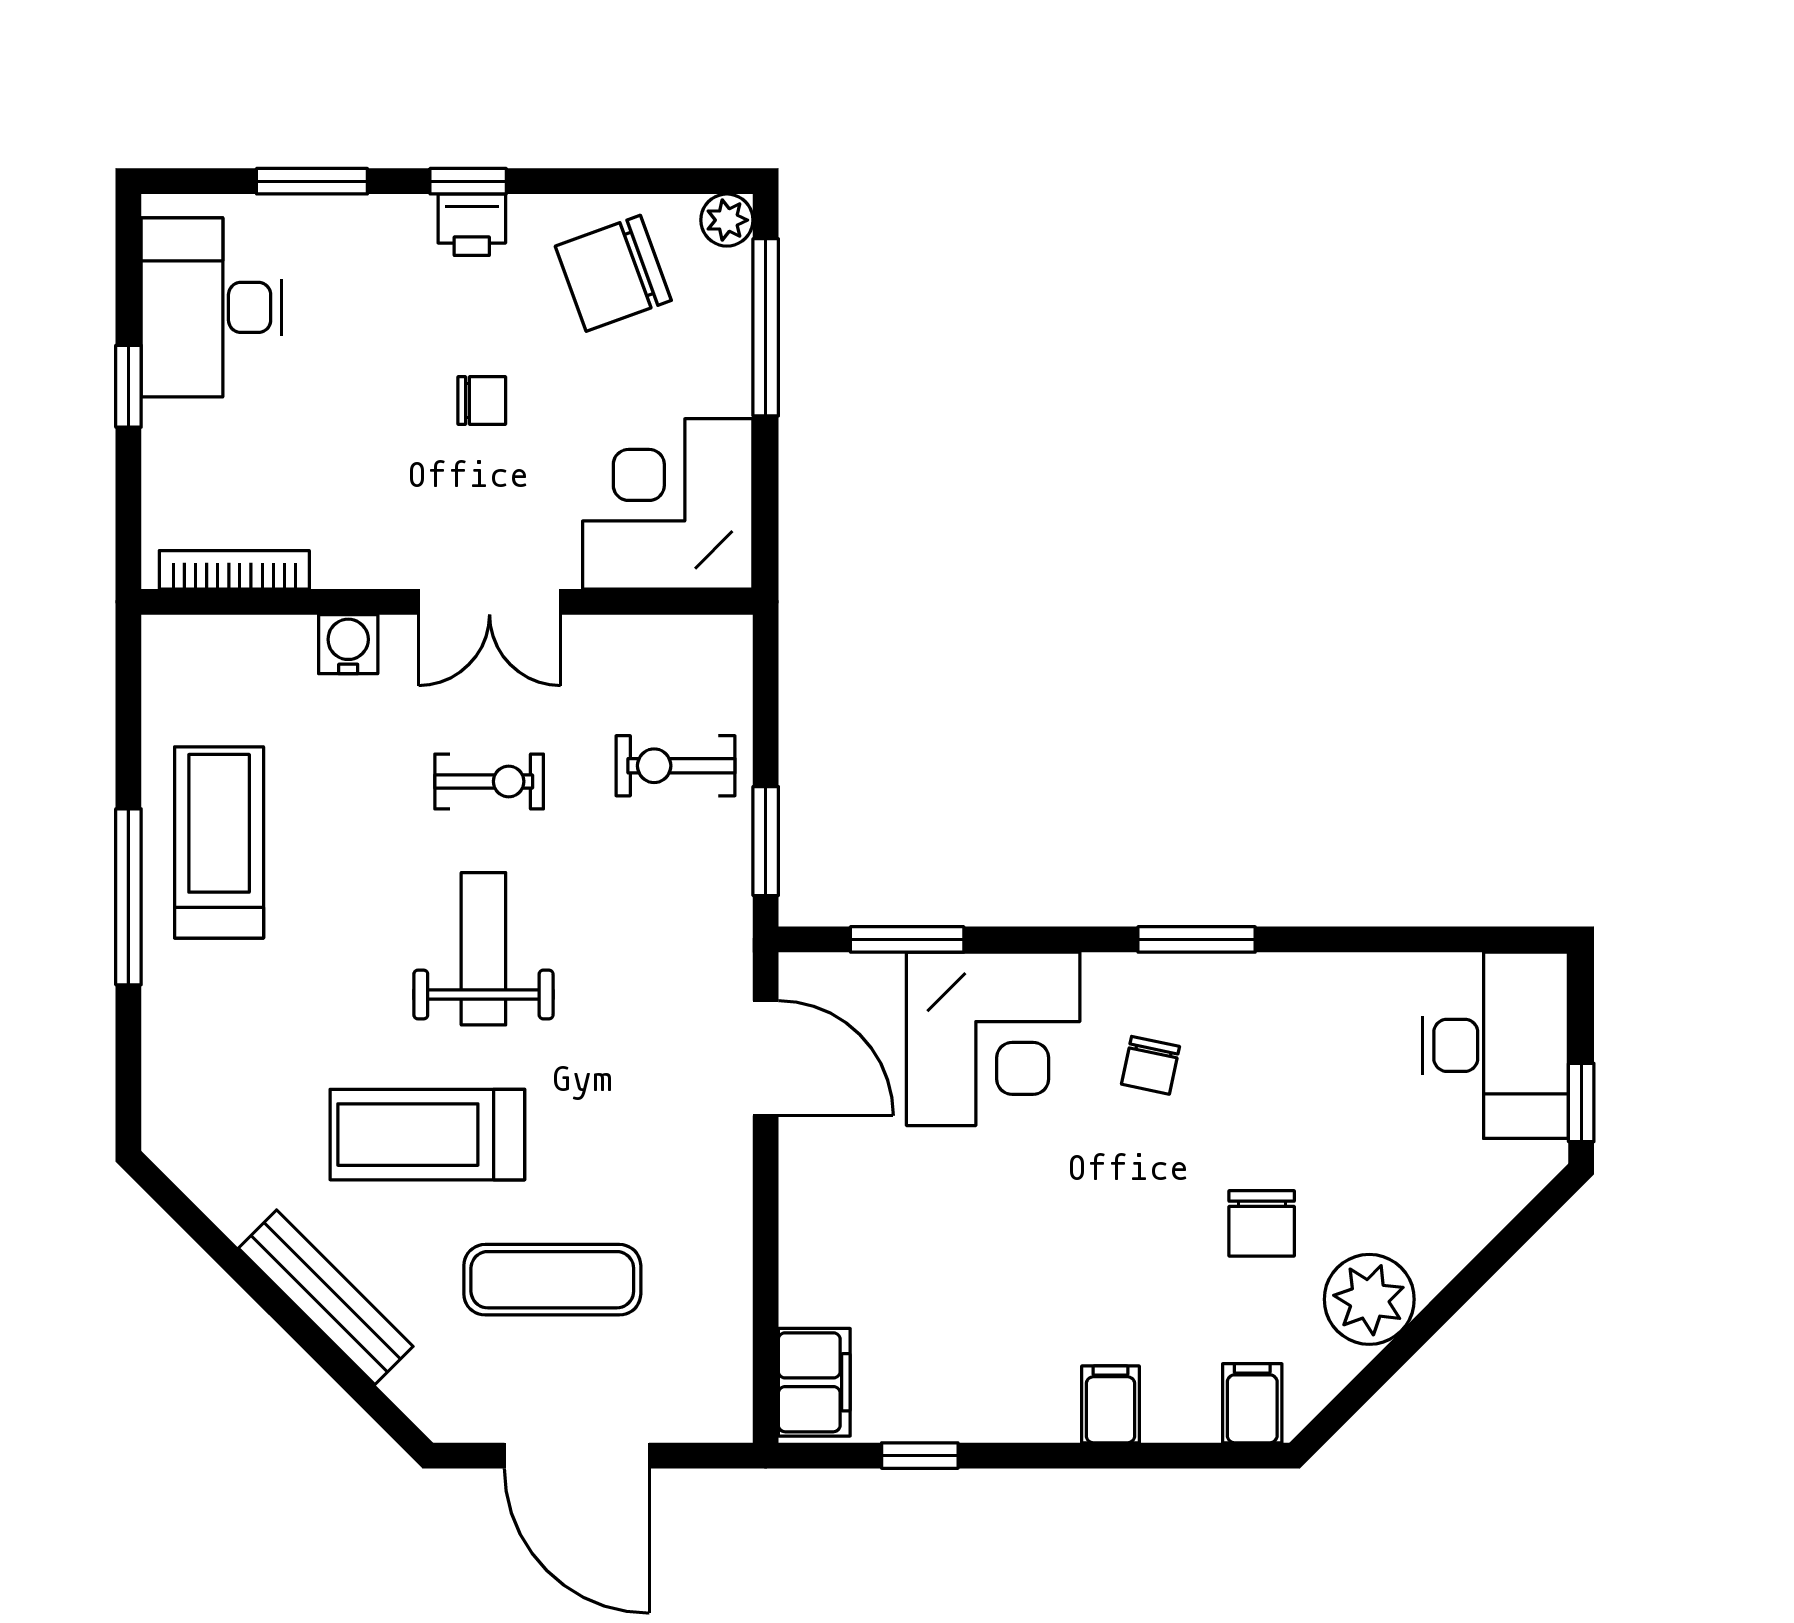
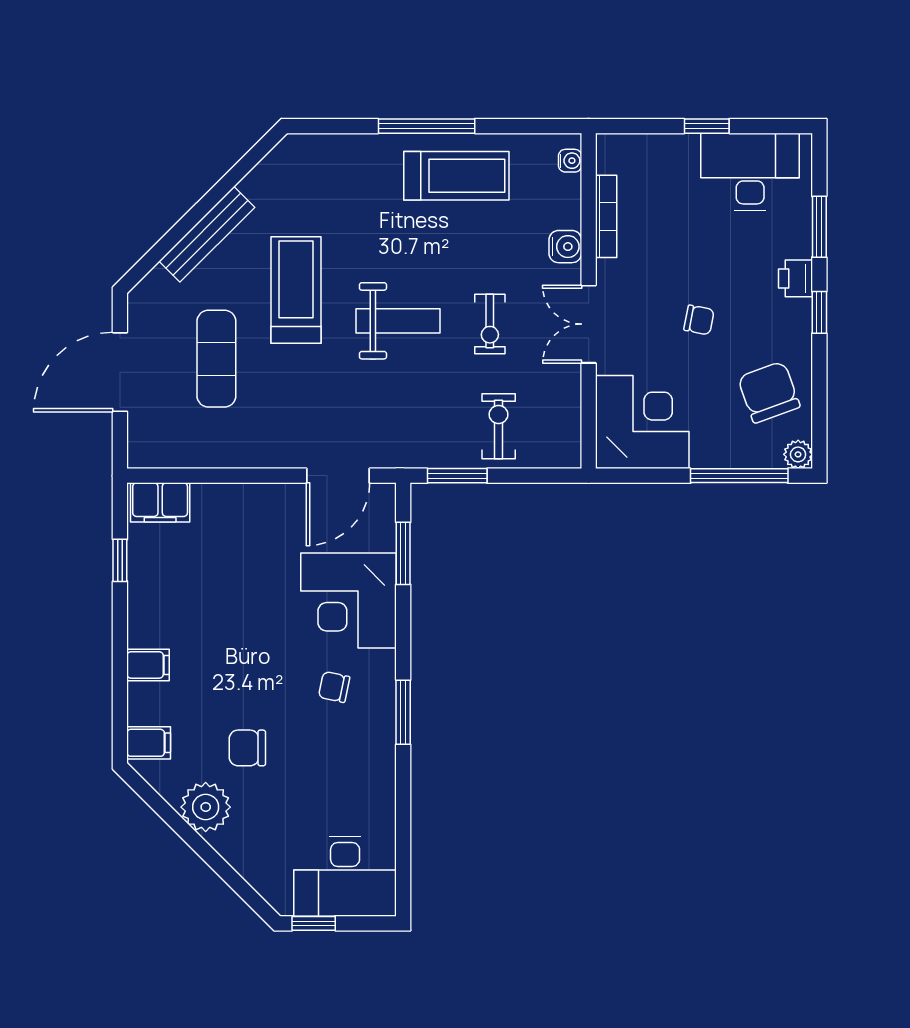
printer: (472, 225) -> (795, 278), moved
chair: (482, 401) -> (699, 320), turned -79
bookcase: (234, 570) -> (606, 216), moved
water cooler: (192, 635) -> (570, 161), added

